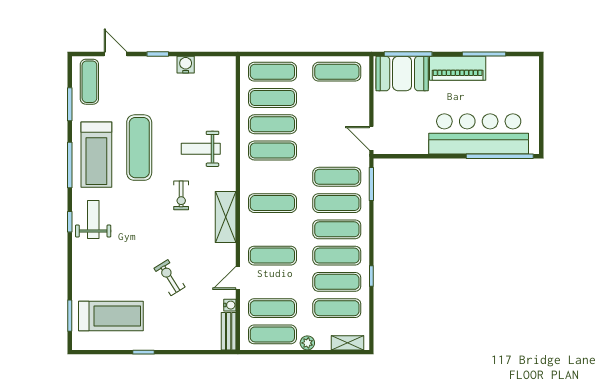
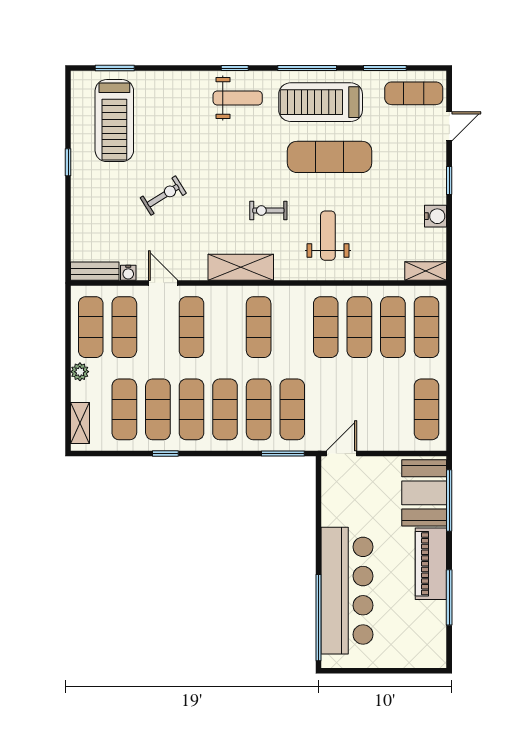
shelving: (228, 72) -> (426, 271), added

